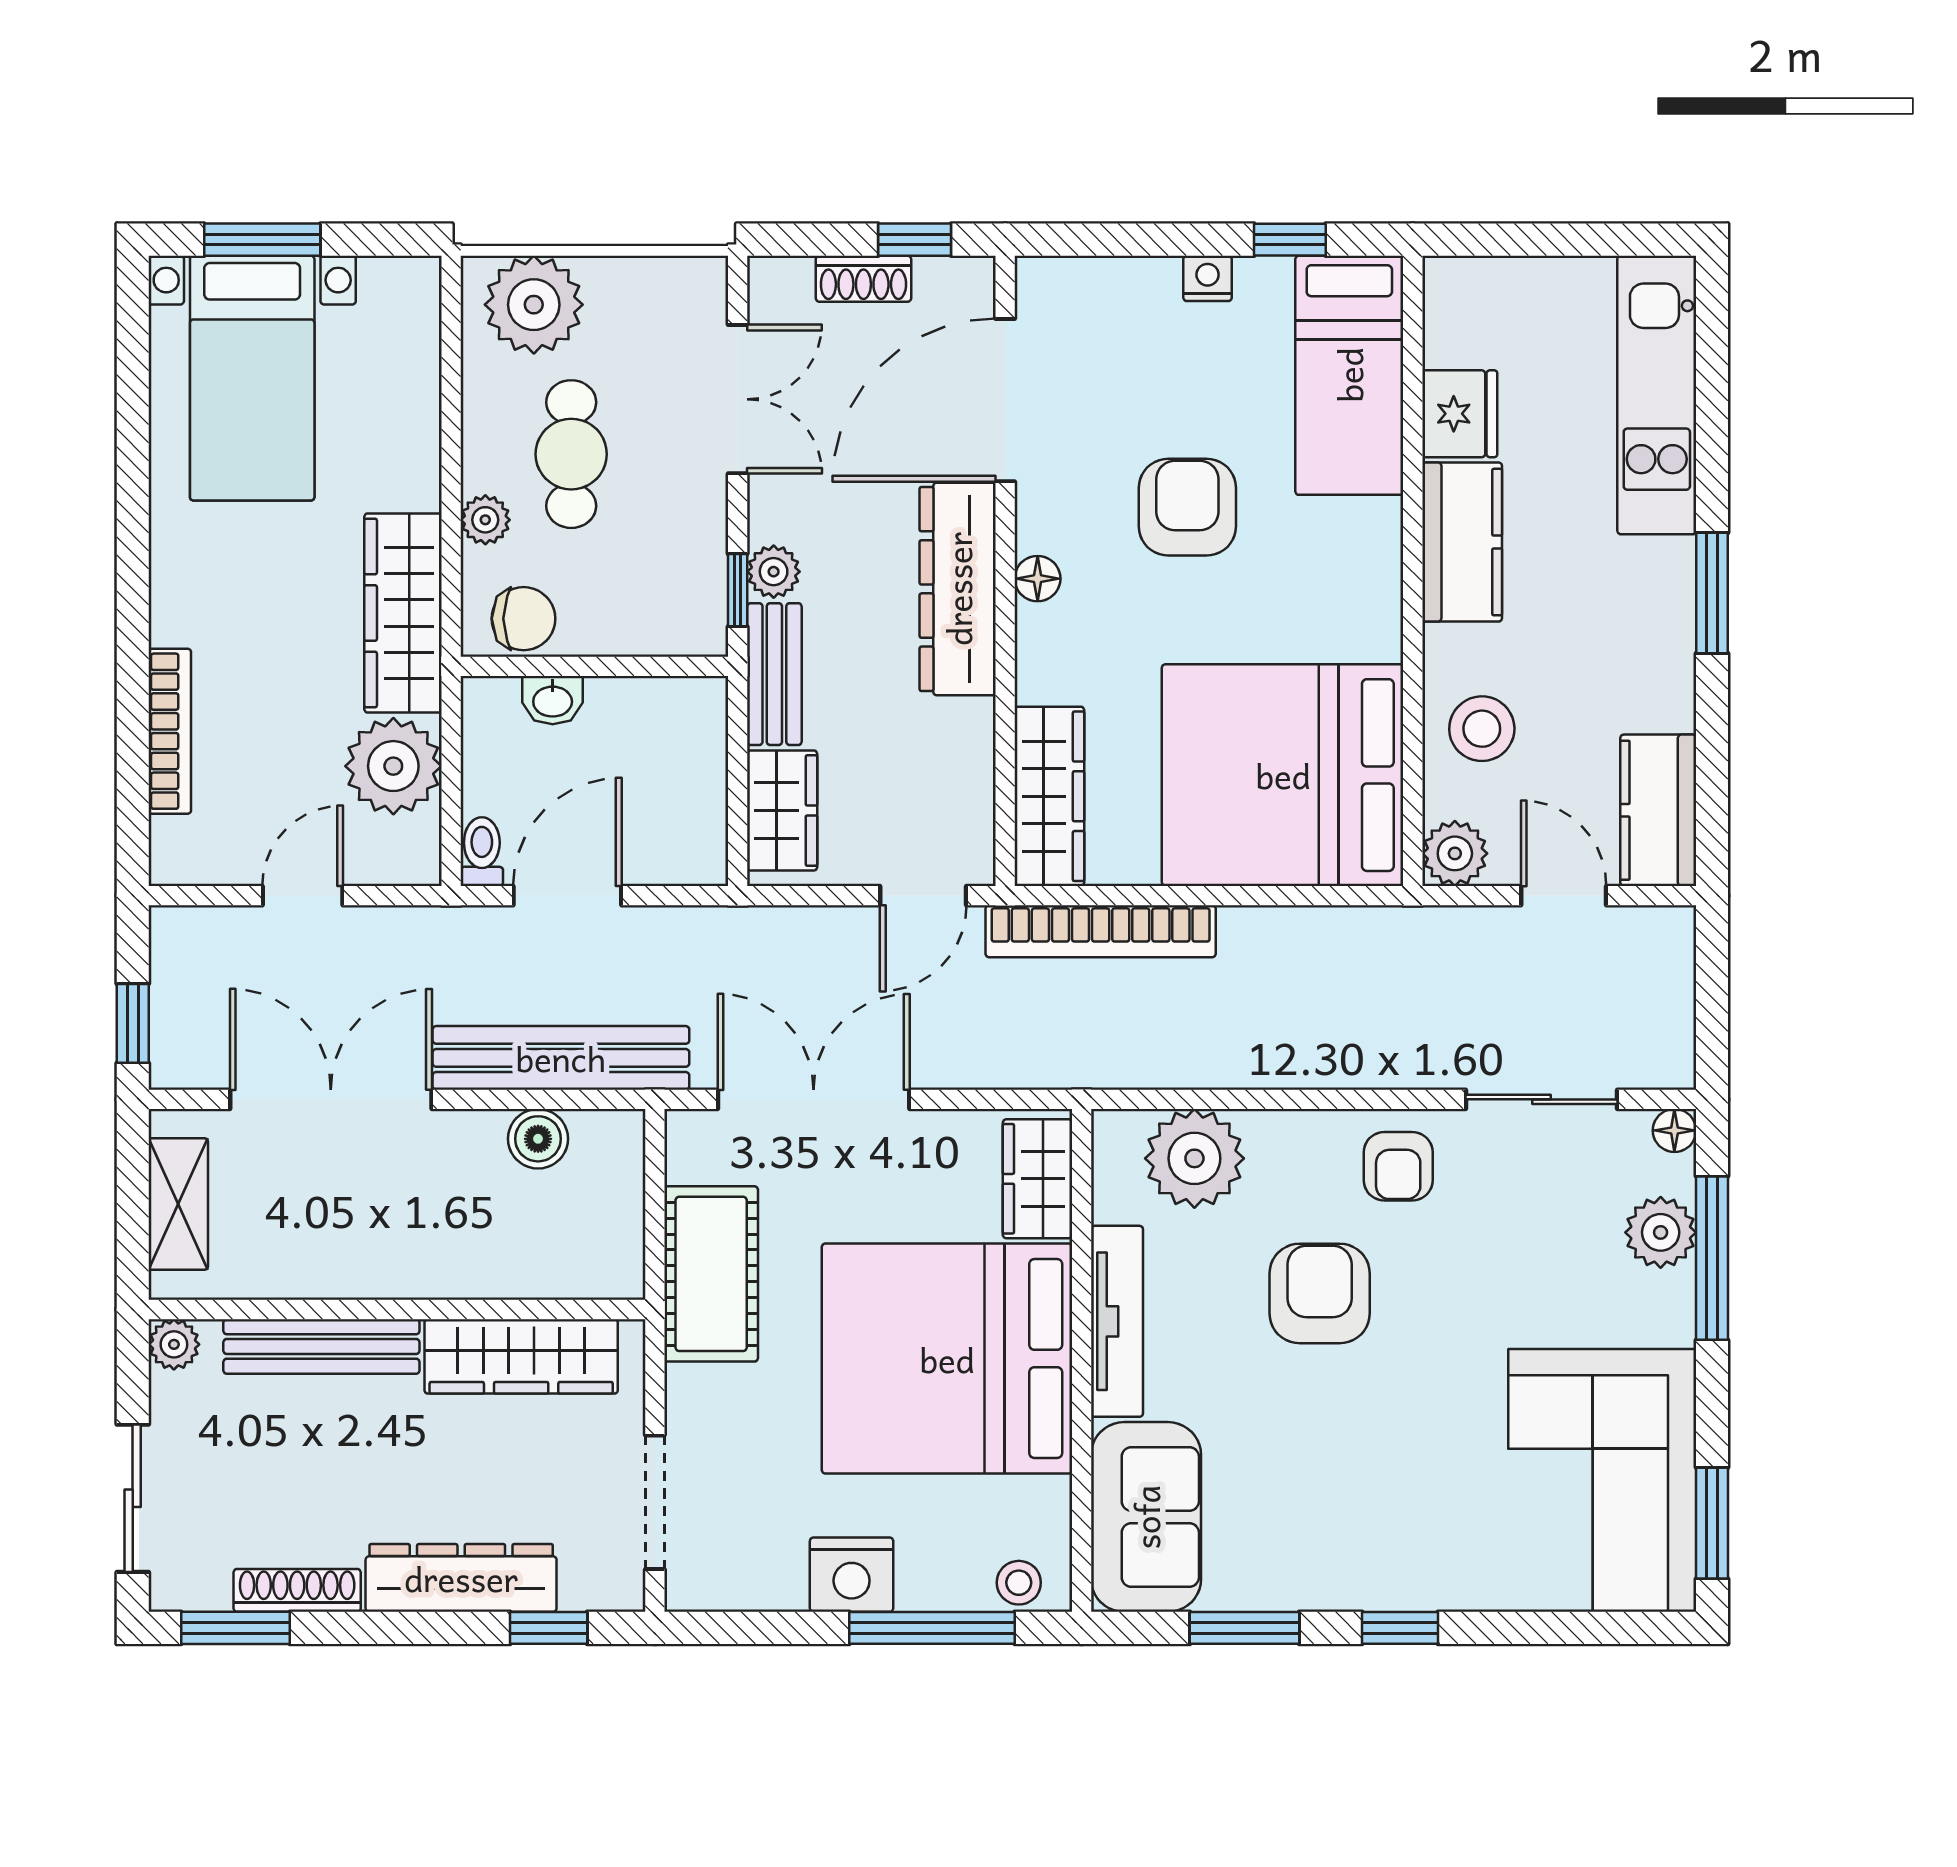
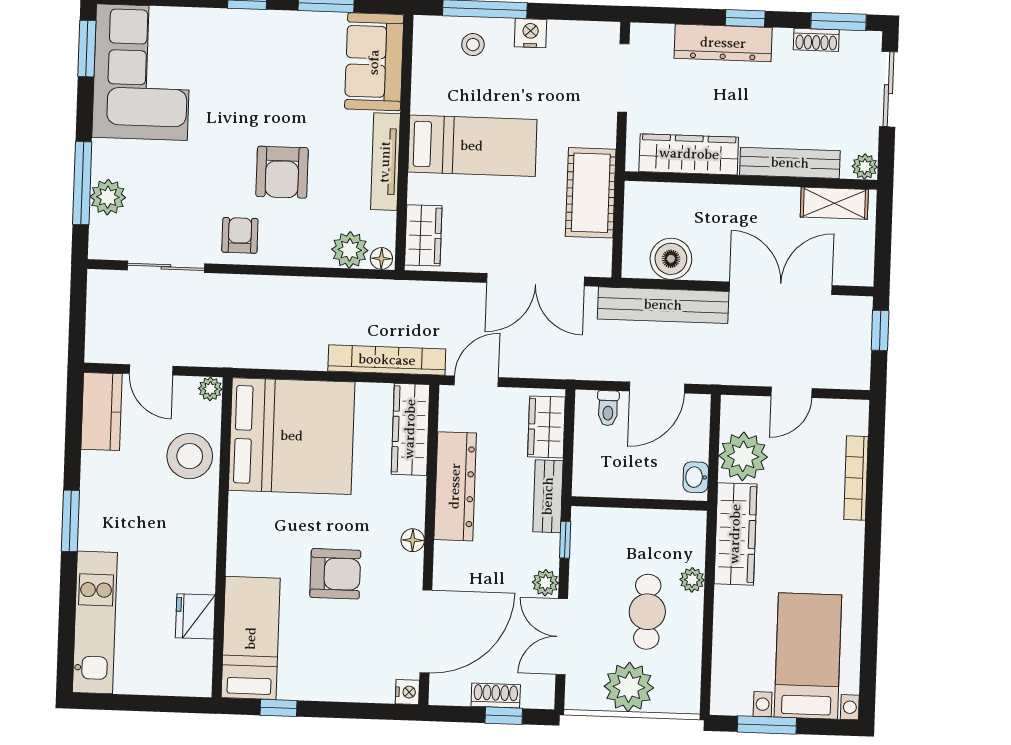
window: (262, 240) -> (767, 725), moved
window: (915, 240) -> (504, 716), moved
nightstand: (1208, 278) -> (407, 692), moved, turned -90
plant: (534, 305) -> (629, 687), moved
armchair: (1187, 507) -> (335, 574), turned -90
kitchen counter: (1462, 542) -> (196, 551), removed
plant: (774, 572) -> (545, 583), moved
dresser: (958, 589) -> (455, 486), moved
chair: (524, 619) -> (674, 529), removed
washbasin: (553, 700) -> (696, 477), moved, turned -90
stool: (1482, 729) -> (190, 456), width x1.38, depth x1.38
toilet: (482, 852) -> (608, 408), moved
plant: (1455, 853) -> (210, 389), width x0.73, depth x0.73
double door: (331, 1099) -> (781, 288), swing flipped
floor lamp: (1674, 1130) -> (381, 258), moved
boiler: (538, 1139) -> (671, 259), width x1.36, depth x1.36
plant: (1194, 1158) -> (350, 250), width x0.73, depth x0.73
shelving: (178, 1204) -> (834, 203), moved, turned 90
bed: (947, 1359) -> (472, 146), width x0.49
nightstand: (852, 1575) -> (531, 33), width x0.74, depth x0.75
stool: (1019, 1583) -> (473, 45), moved
shoe rack: (297, 1590) -> (816, 40), width x0.70
window: (549, 1628) -> (745, 18), moved

